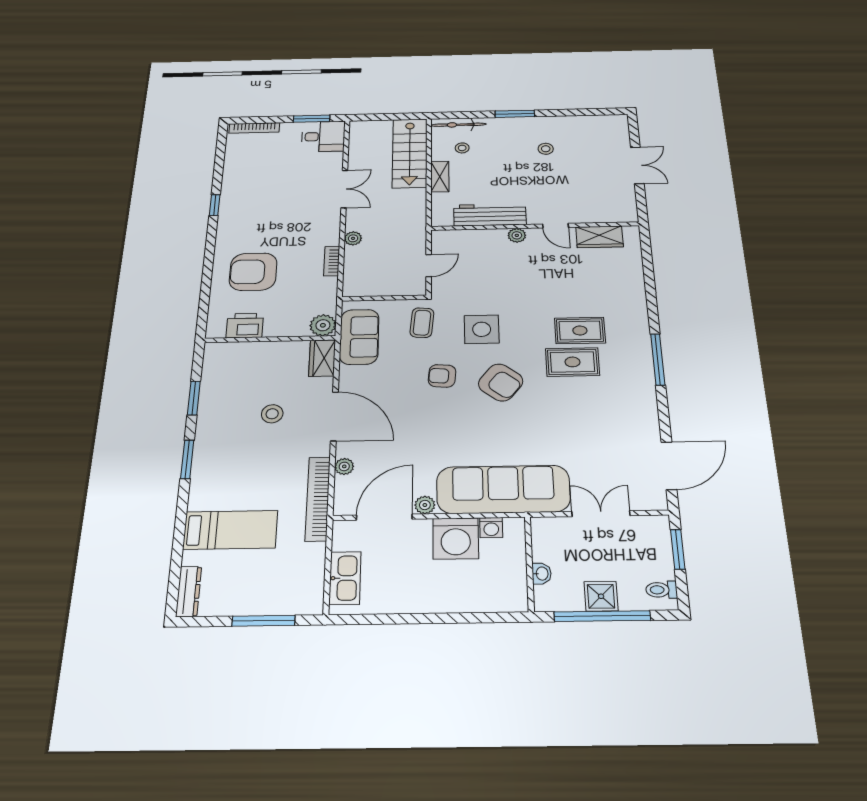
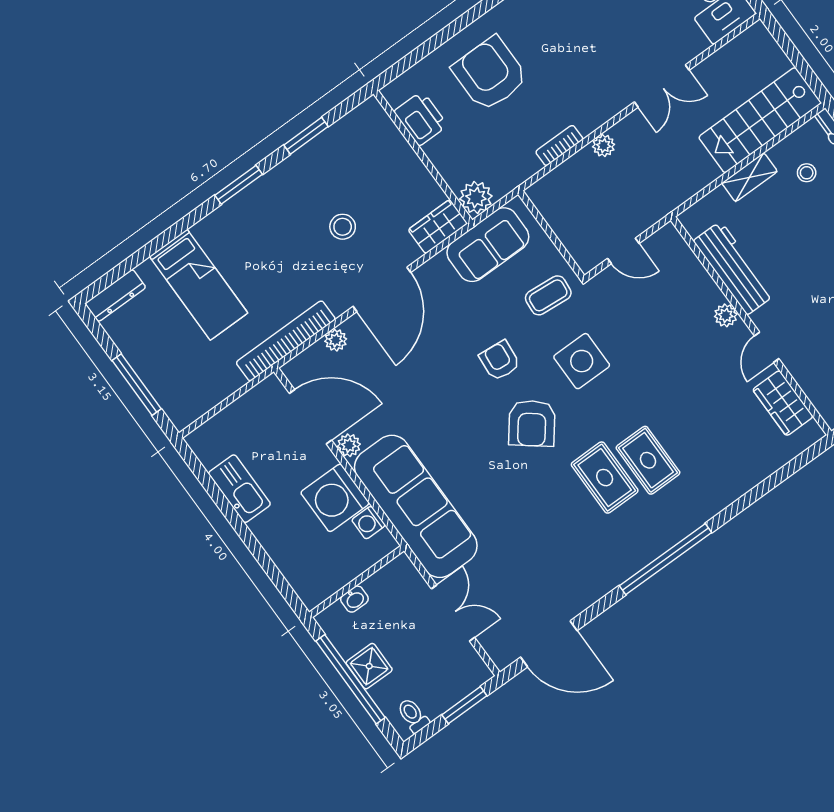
window: (658, 359) -> (666, 559), width x1.46
kitchen sink: (345, 578) -> (239, 489), moved, turned -90

